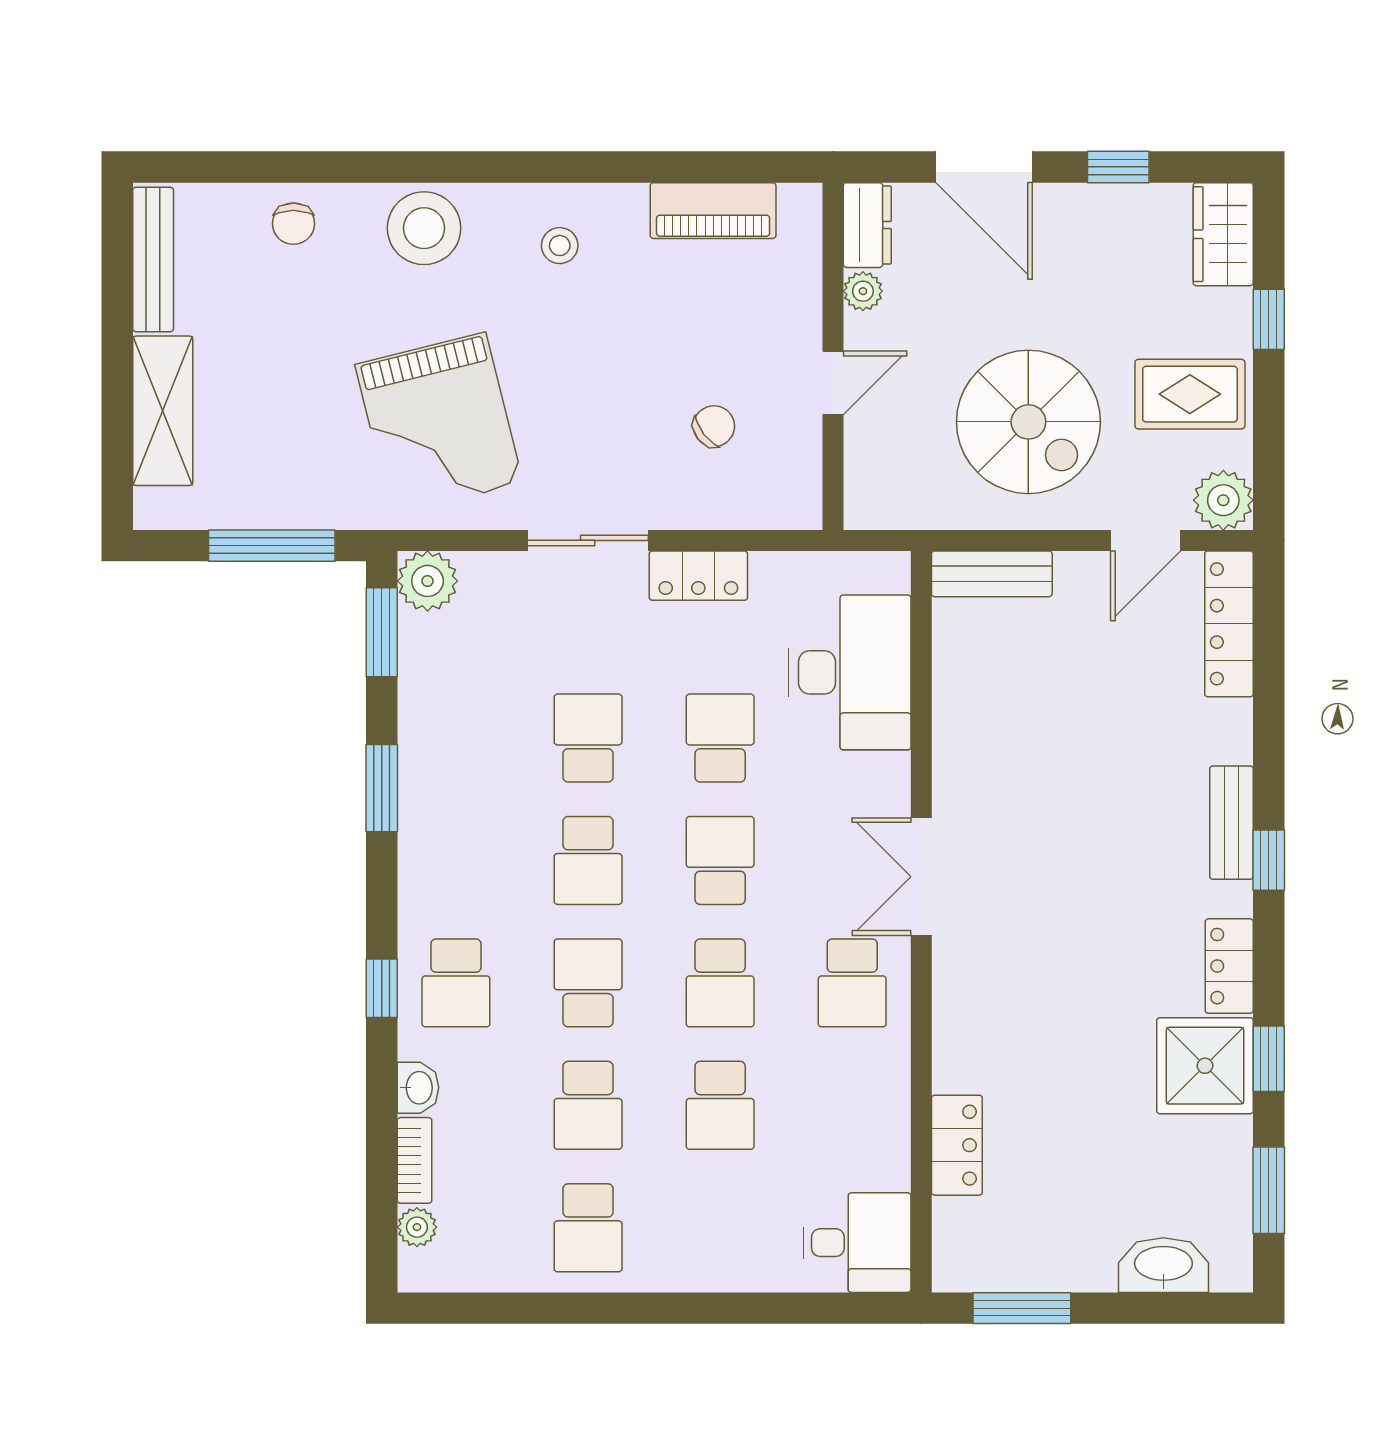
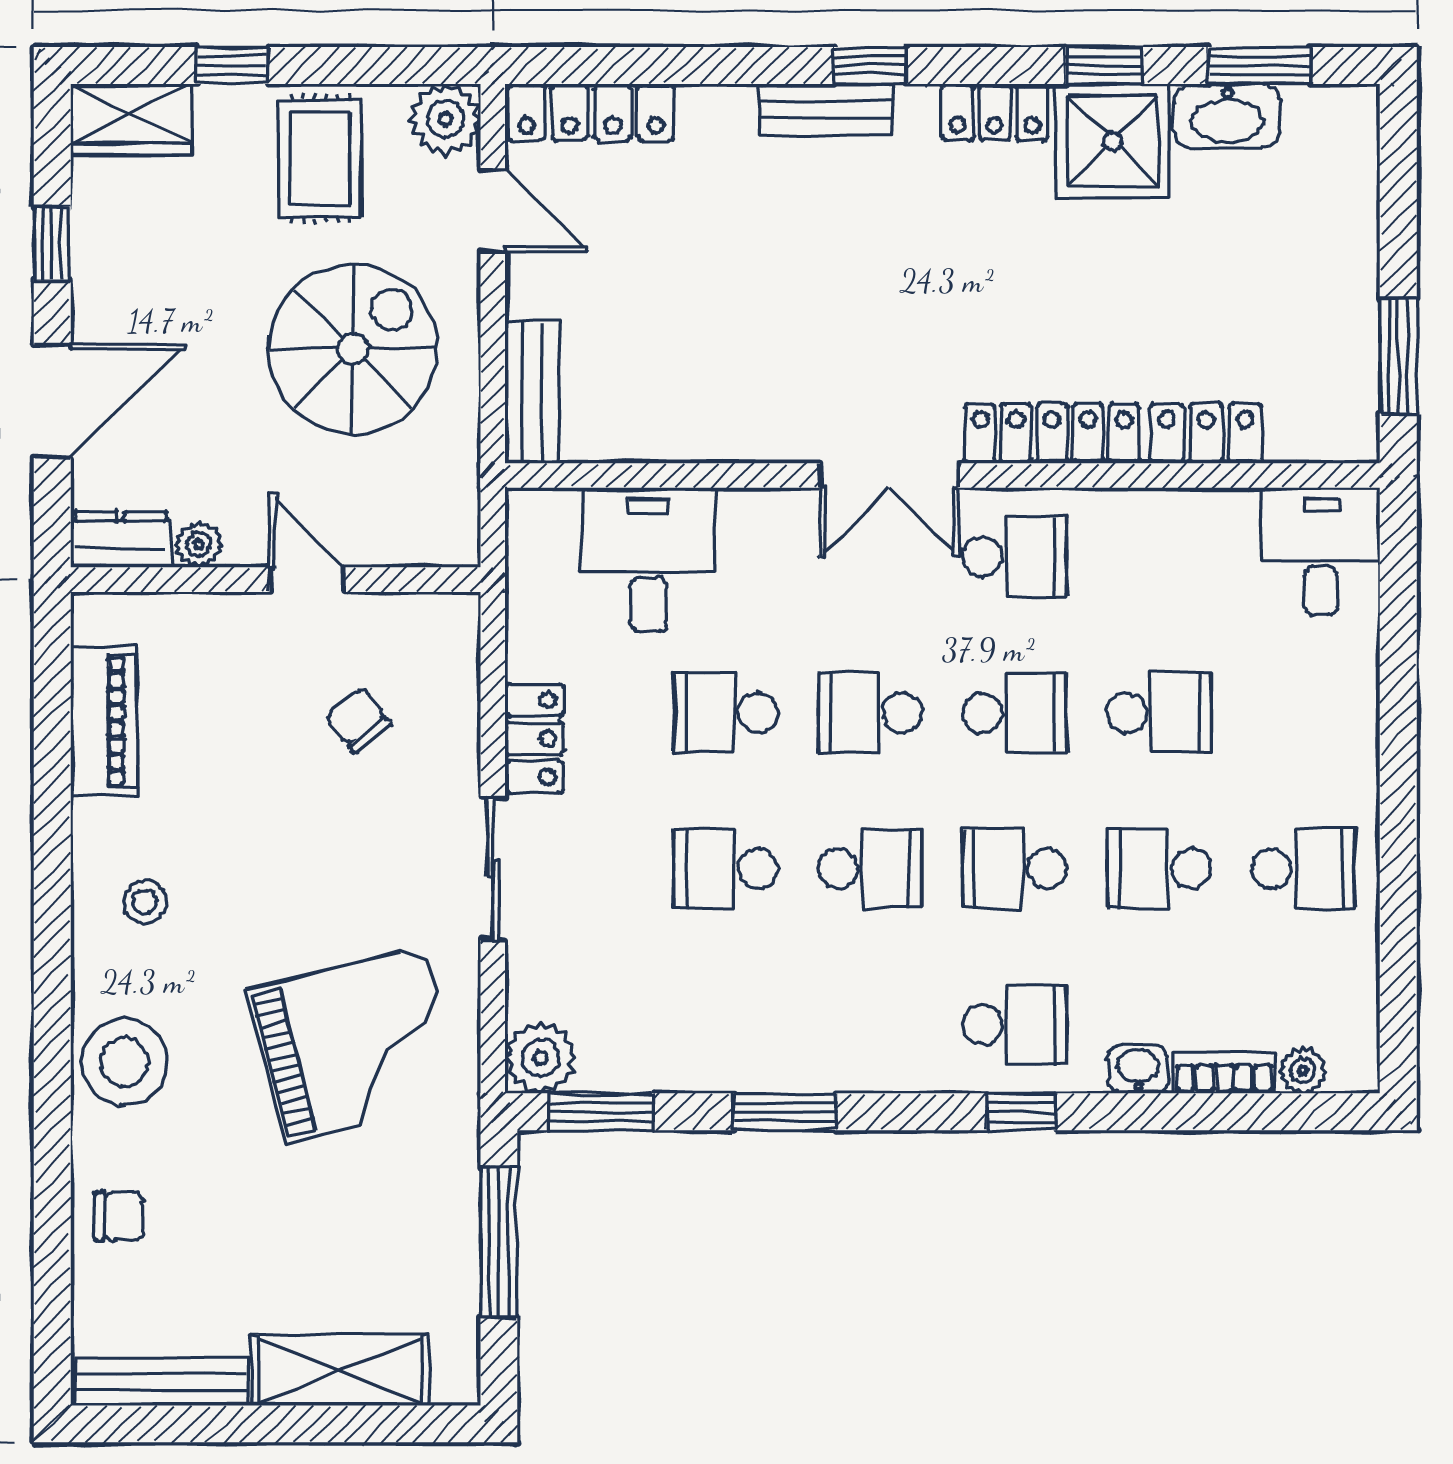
desk: (850, 672) -> (648, 560), width x0.73
locker: (957, 1014) -> (1052, 433), added
school desk: (588, 1105) -> (1159, 869), turned 180
washbasin: (1163, 1265) -> (1227, 116), moved, turned -90

